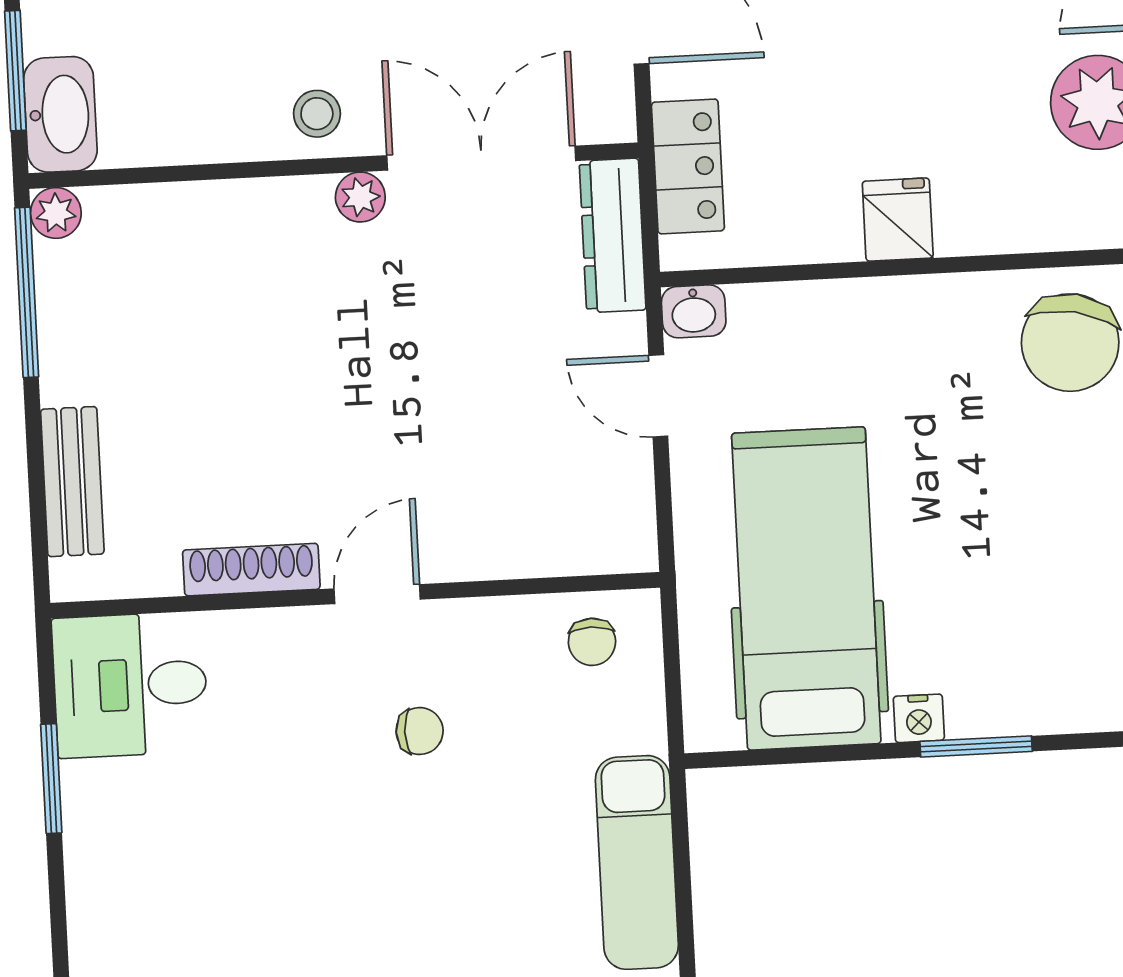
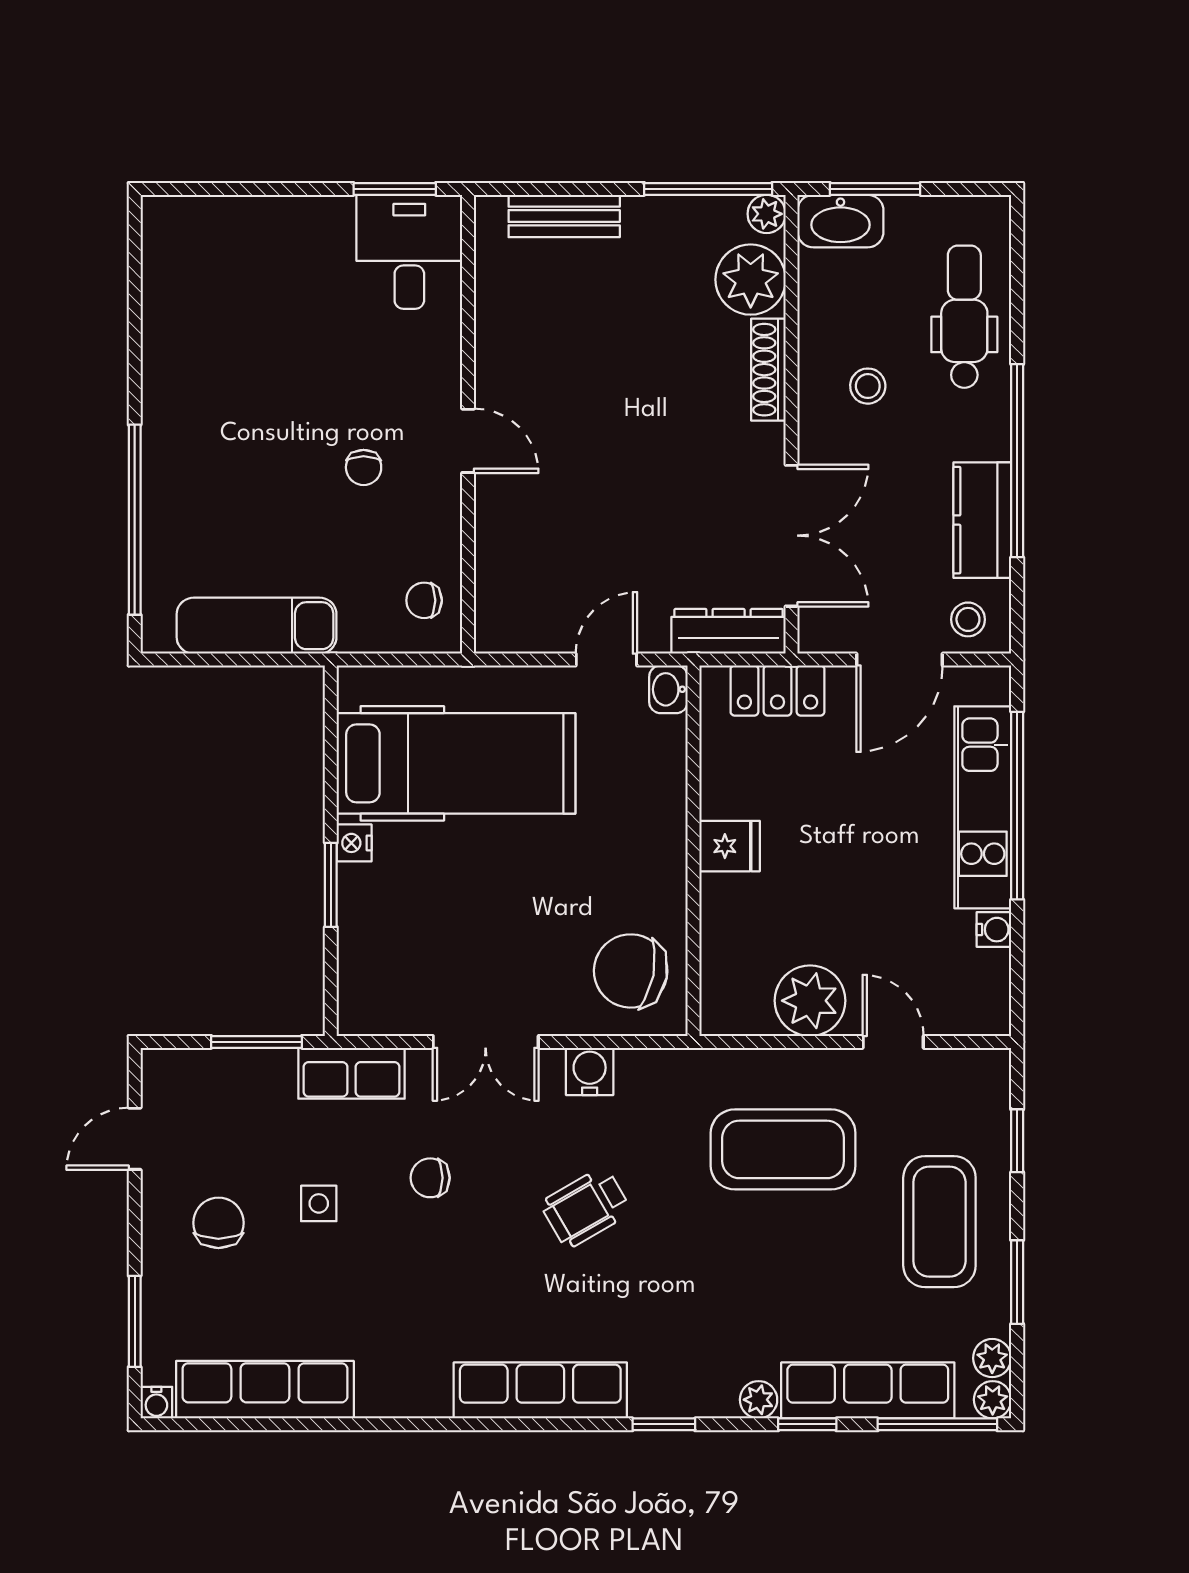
stool: (317, 114) -> (868, 386), moved
plant: (360, 197) -> (751, 280), moved, width x1.87, depth x1.87
shoe rack: (251, 570) -> (768, 370), moved, turned 180
window: (51, 779) -> (395, 189), moved

